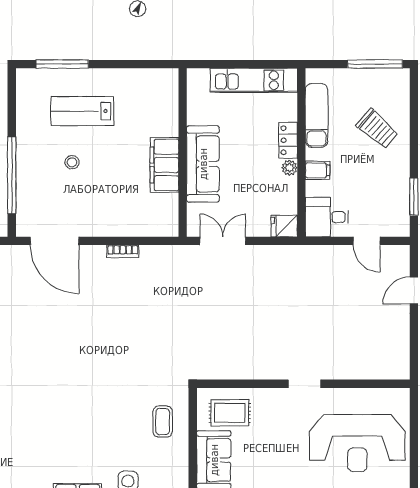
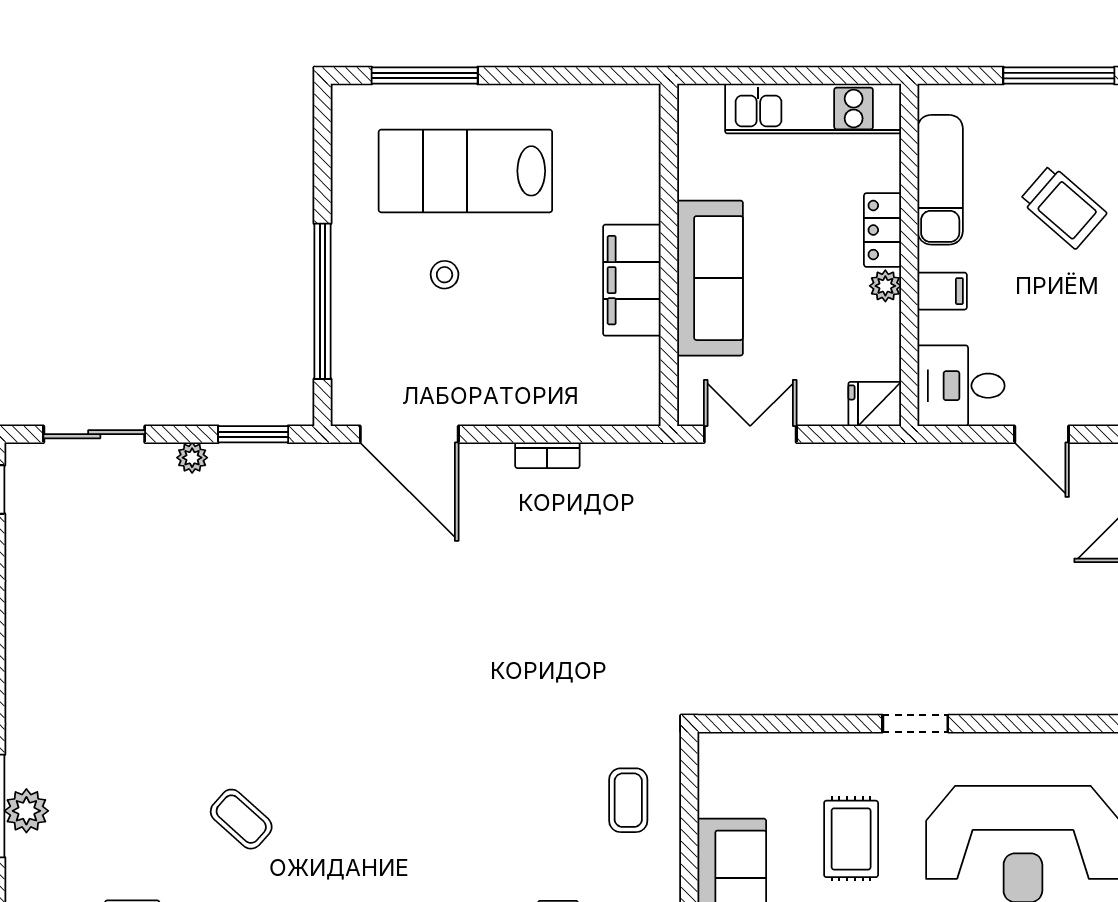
lab bench: (82, 111) -> (465, 171), width x1.36, depth x1.39
rug: (230, 413) -> (851, 839), moved, turned 90

